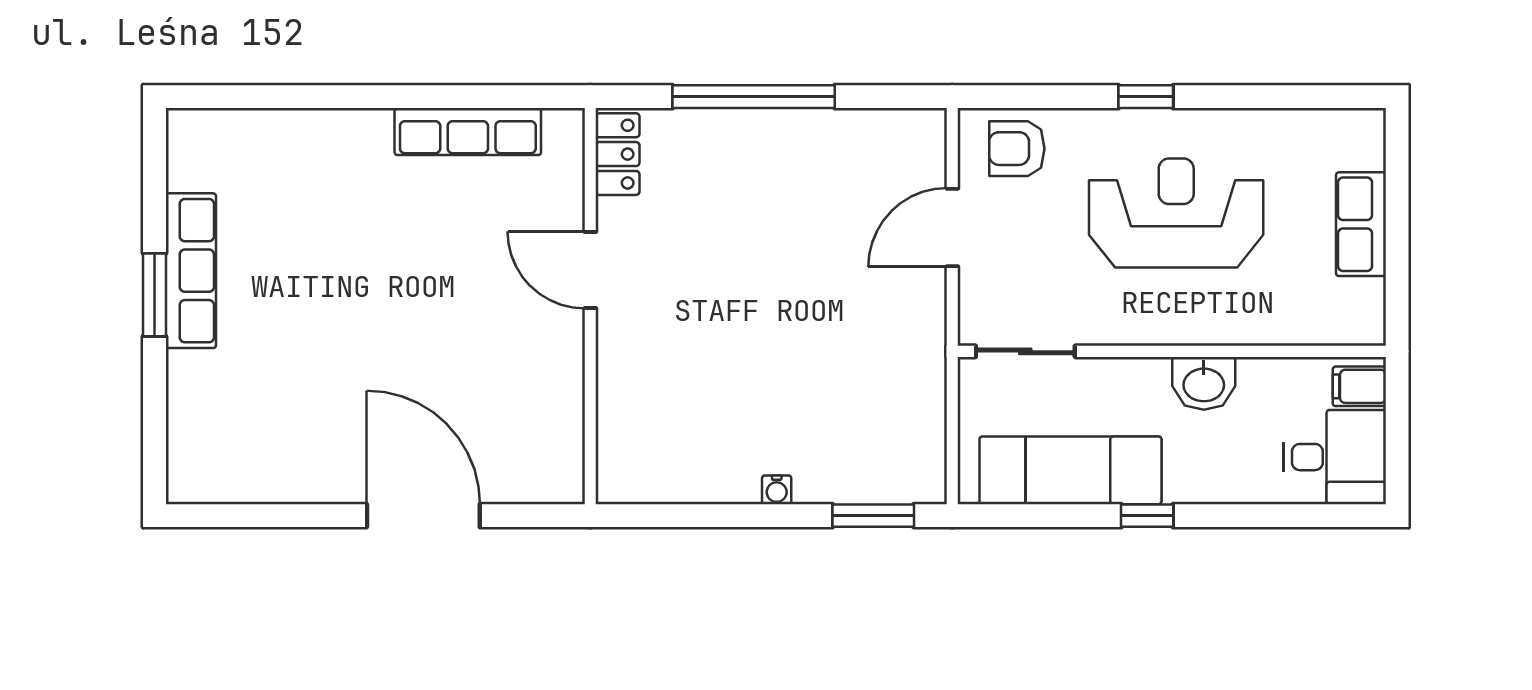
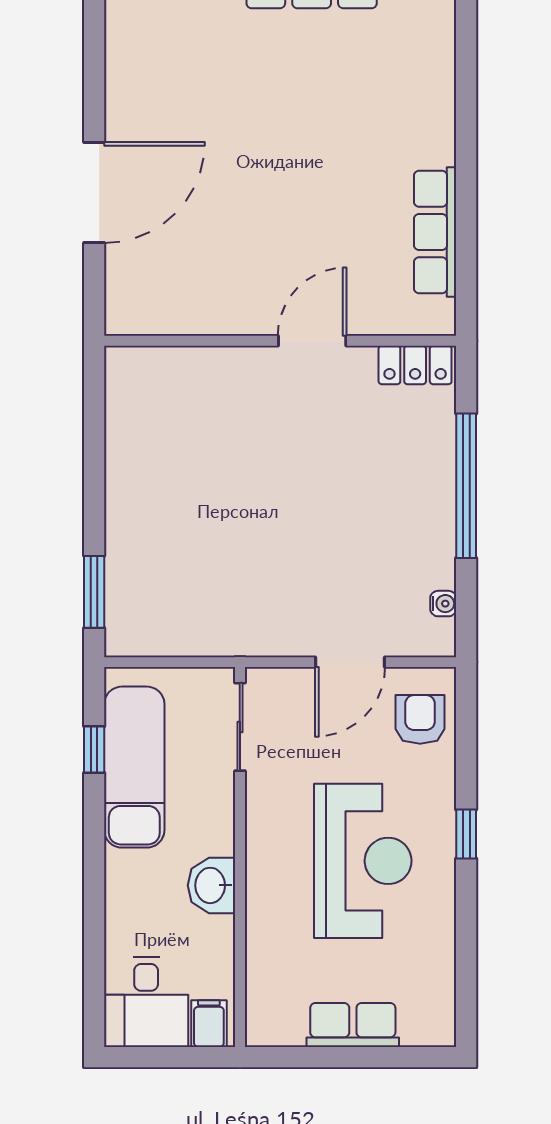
door: (952, 227) -> (350, 662), swing flipped
water cooler: (777, 490) -> (443, 604), moved, turned 180
window: (1147, 516) -> (94, 749), moved

